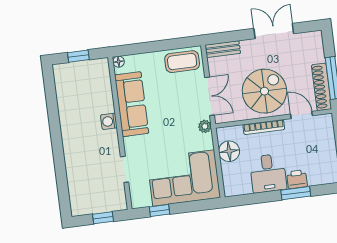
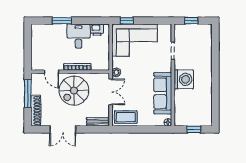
shoe rack: (322, 87) -> (36, 111), moved
double door: (210, 96) -> (111, 92), swing flipped
washing machine: (109, 121) -> (184, 79), width x1.89, depth x1.89
floor lamp: (229, 151) -> (102, 54), removed
printer: (297, 179) -> (97, 30), moved
window: (160, 211) -> (127, 21), moved

